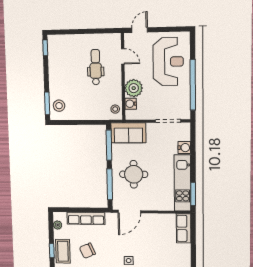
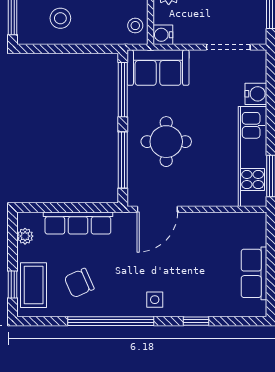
water cooler: (131, 104) -> (163, 35), moved
stool: (59, 106) -> (60, 18), moved
row of seats: (184, 228) -> (254, 273), moved

